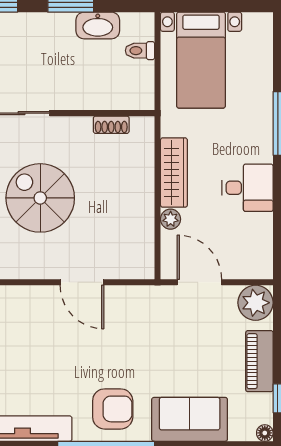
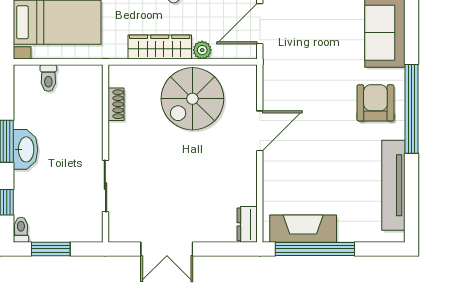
washbasin: (98, 25) -> (25, 149), moved
spiral stairs: (40, 198) -> (192, 99), moved

